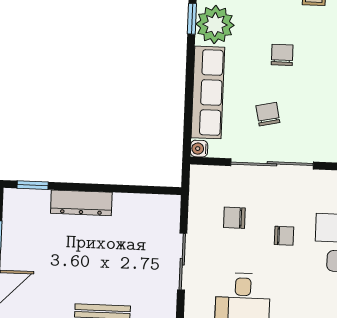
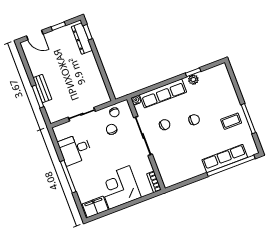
plant: (215, 25) -> (193, 80), width x0.53, depth x0.53
dresser: (81, 203) -> (82, 39), moved
chair: (284, 236) -> (114, 112), moved

